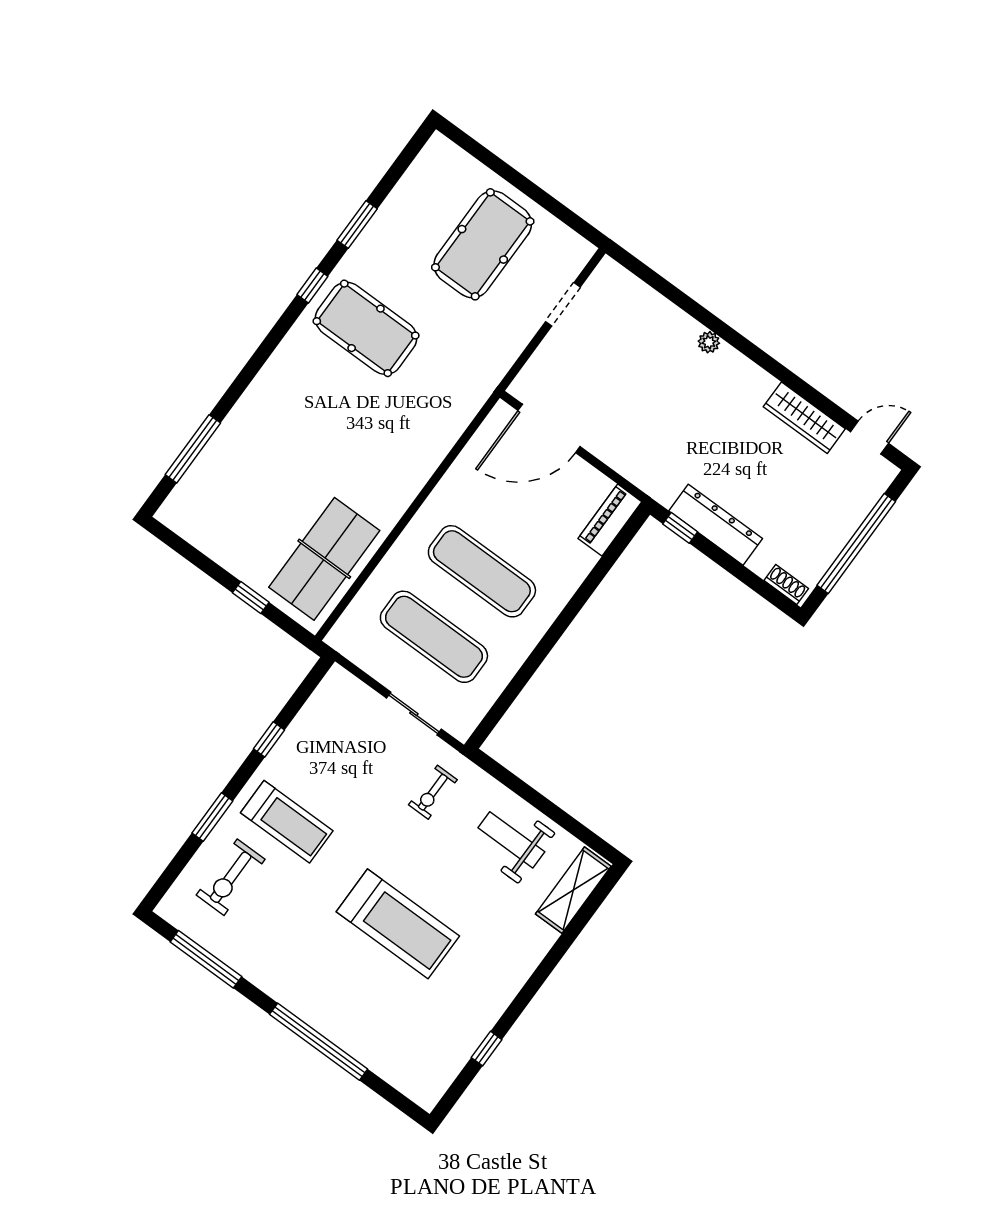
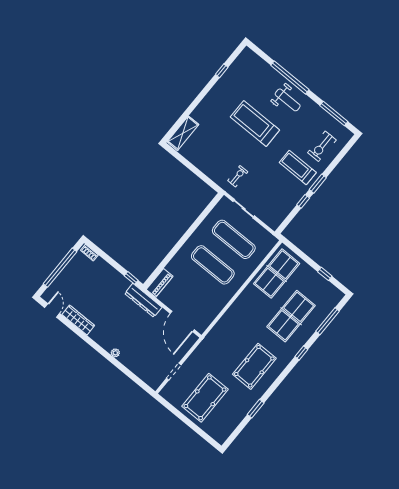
window: (312, 286) -> (301, 353), moved
pool table: (366, 328) -> (254, 366), turned 90
door: (549, 429) -> (182, 321), swing flipped
door: (869, 438) -> (52, 310), swing flipped
table tennis table: (283, 456) -> (291, 316), added
dresser: (716, 525) -> (143, 300), moved
window: (251, 598) -> (325, 274), moved
window: (212, 817) -> (318, 184), moved
weight bench: (511, 840) -> (288, 100), moved
exercise bike: (231, 877) -> (322, 146), turned 180

